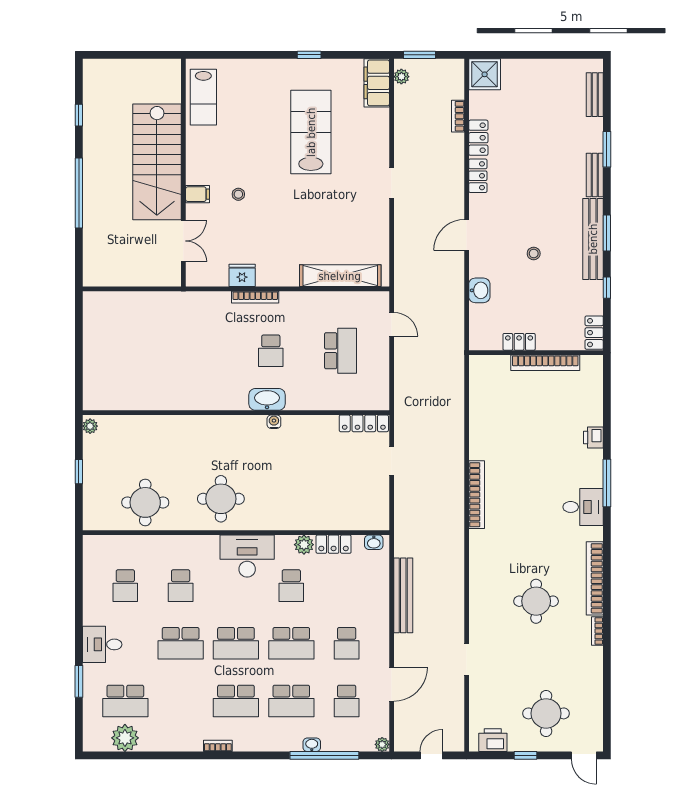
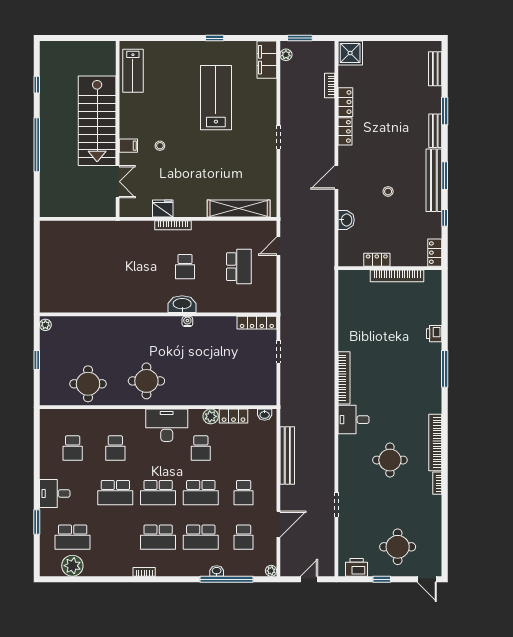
door: (392, 324) -> (278, 246), swing flipped
desk: (583, 507) -> (353, 420), moved, turned 180

